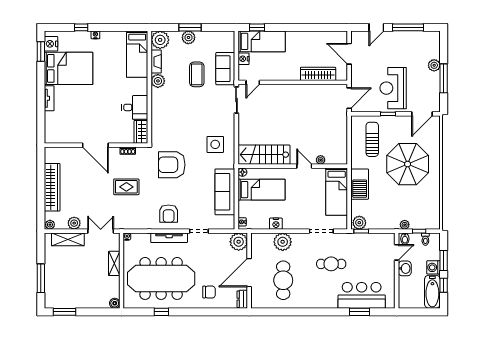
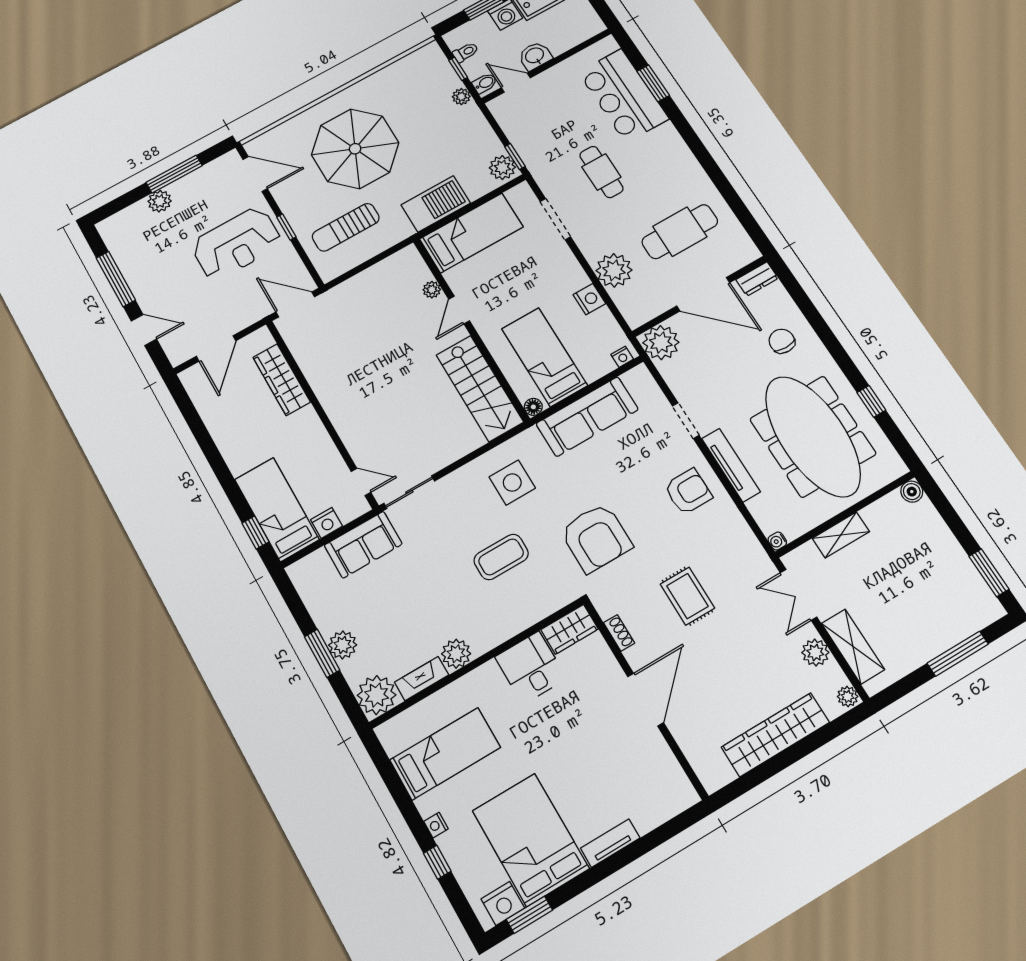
bed: (137, 54) -> (445, 754), moved
coffee table: (197, 74) -> (501, 557), moved

